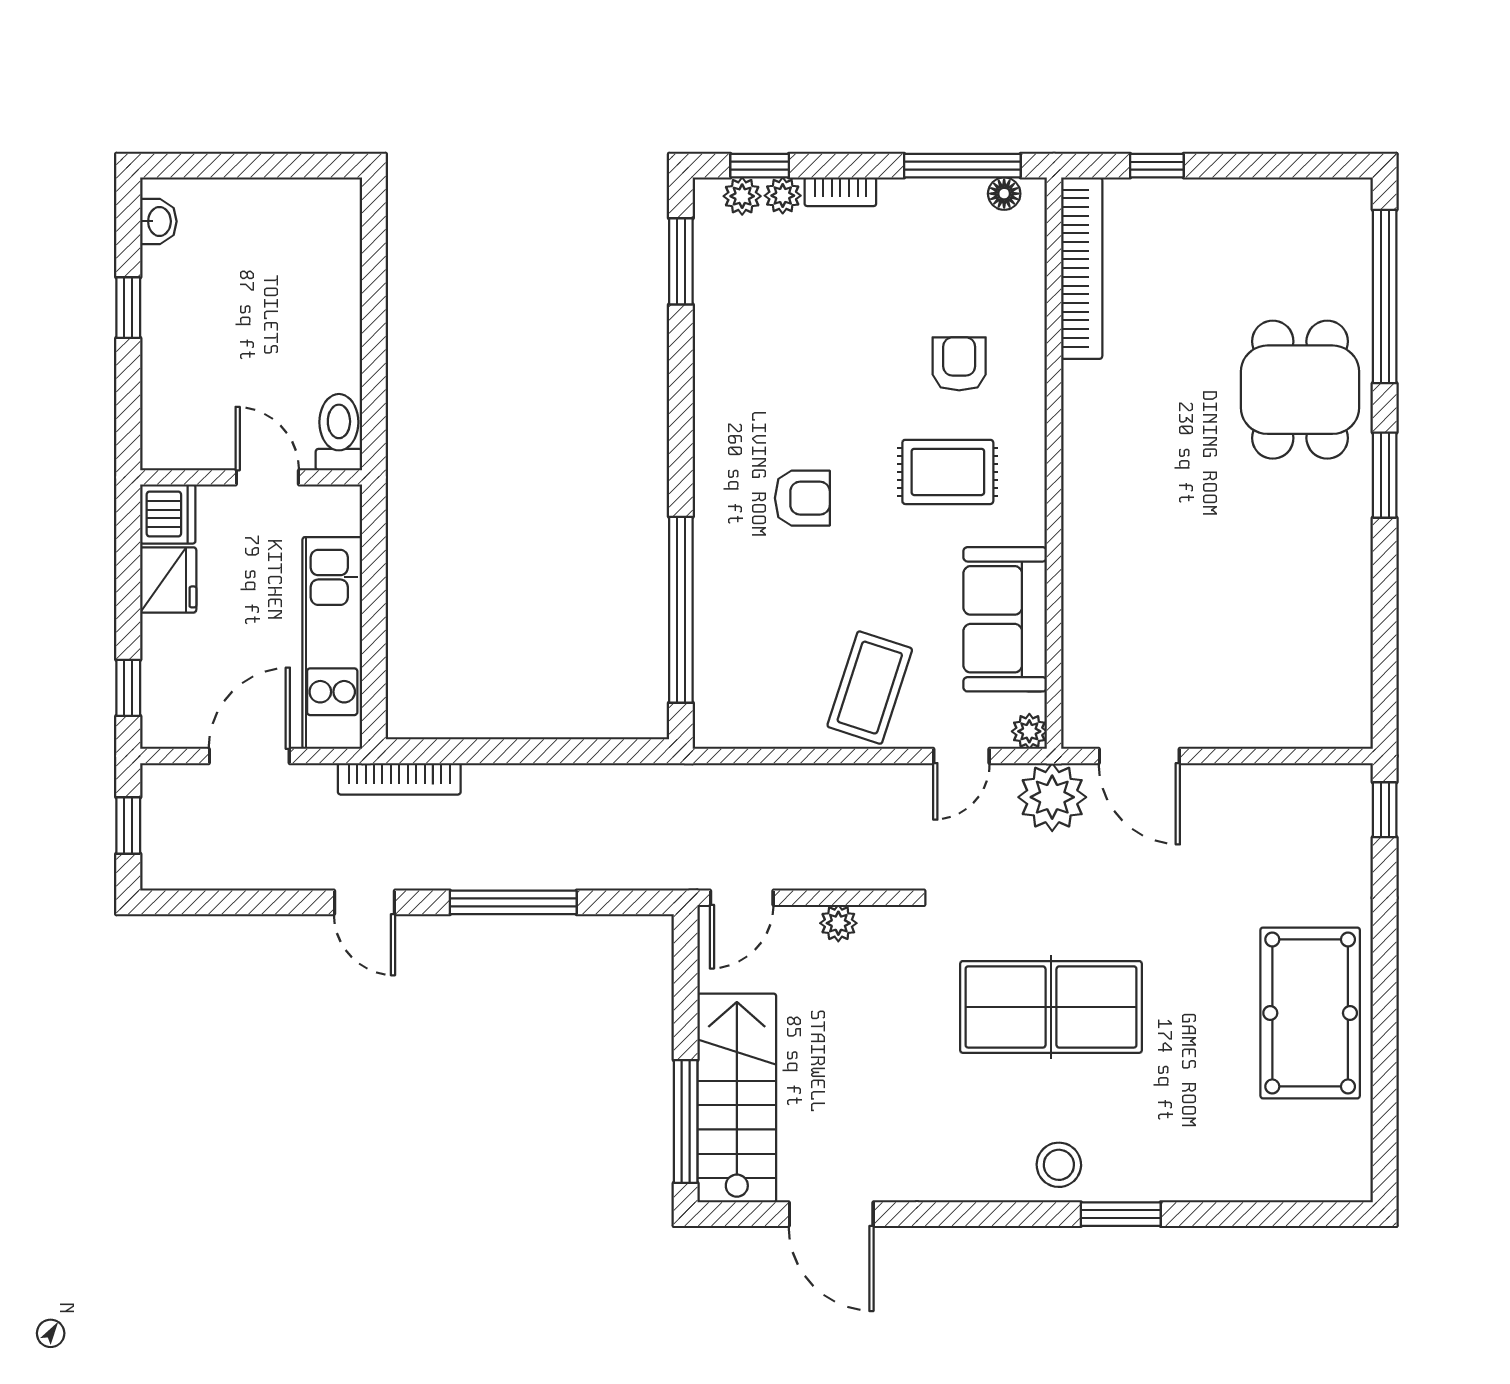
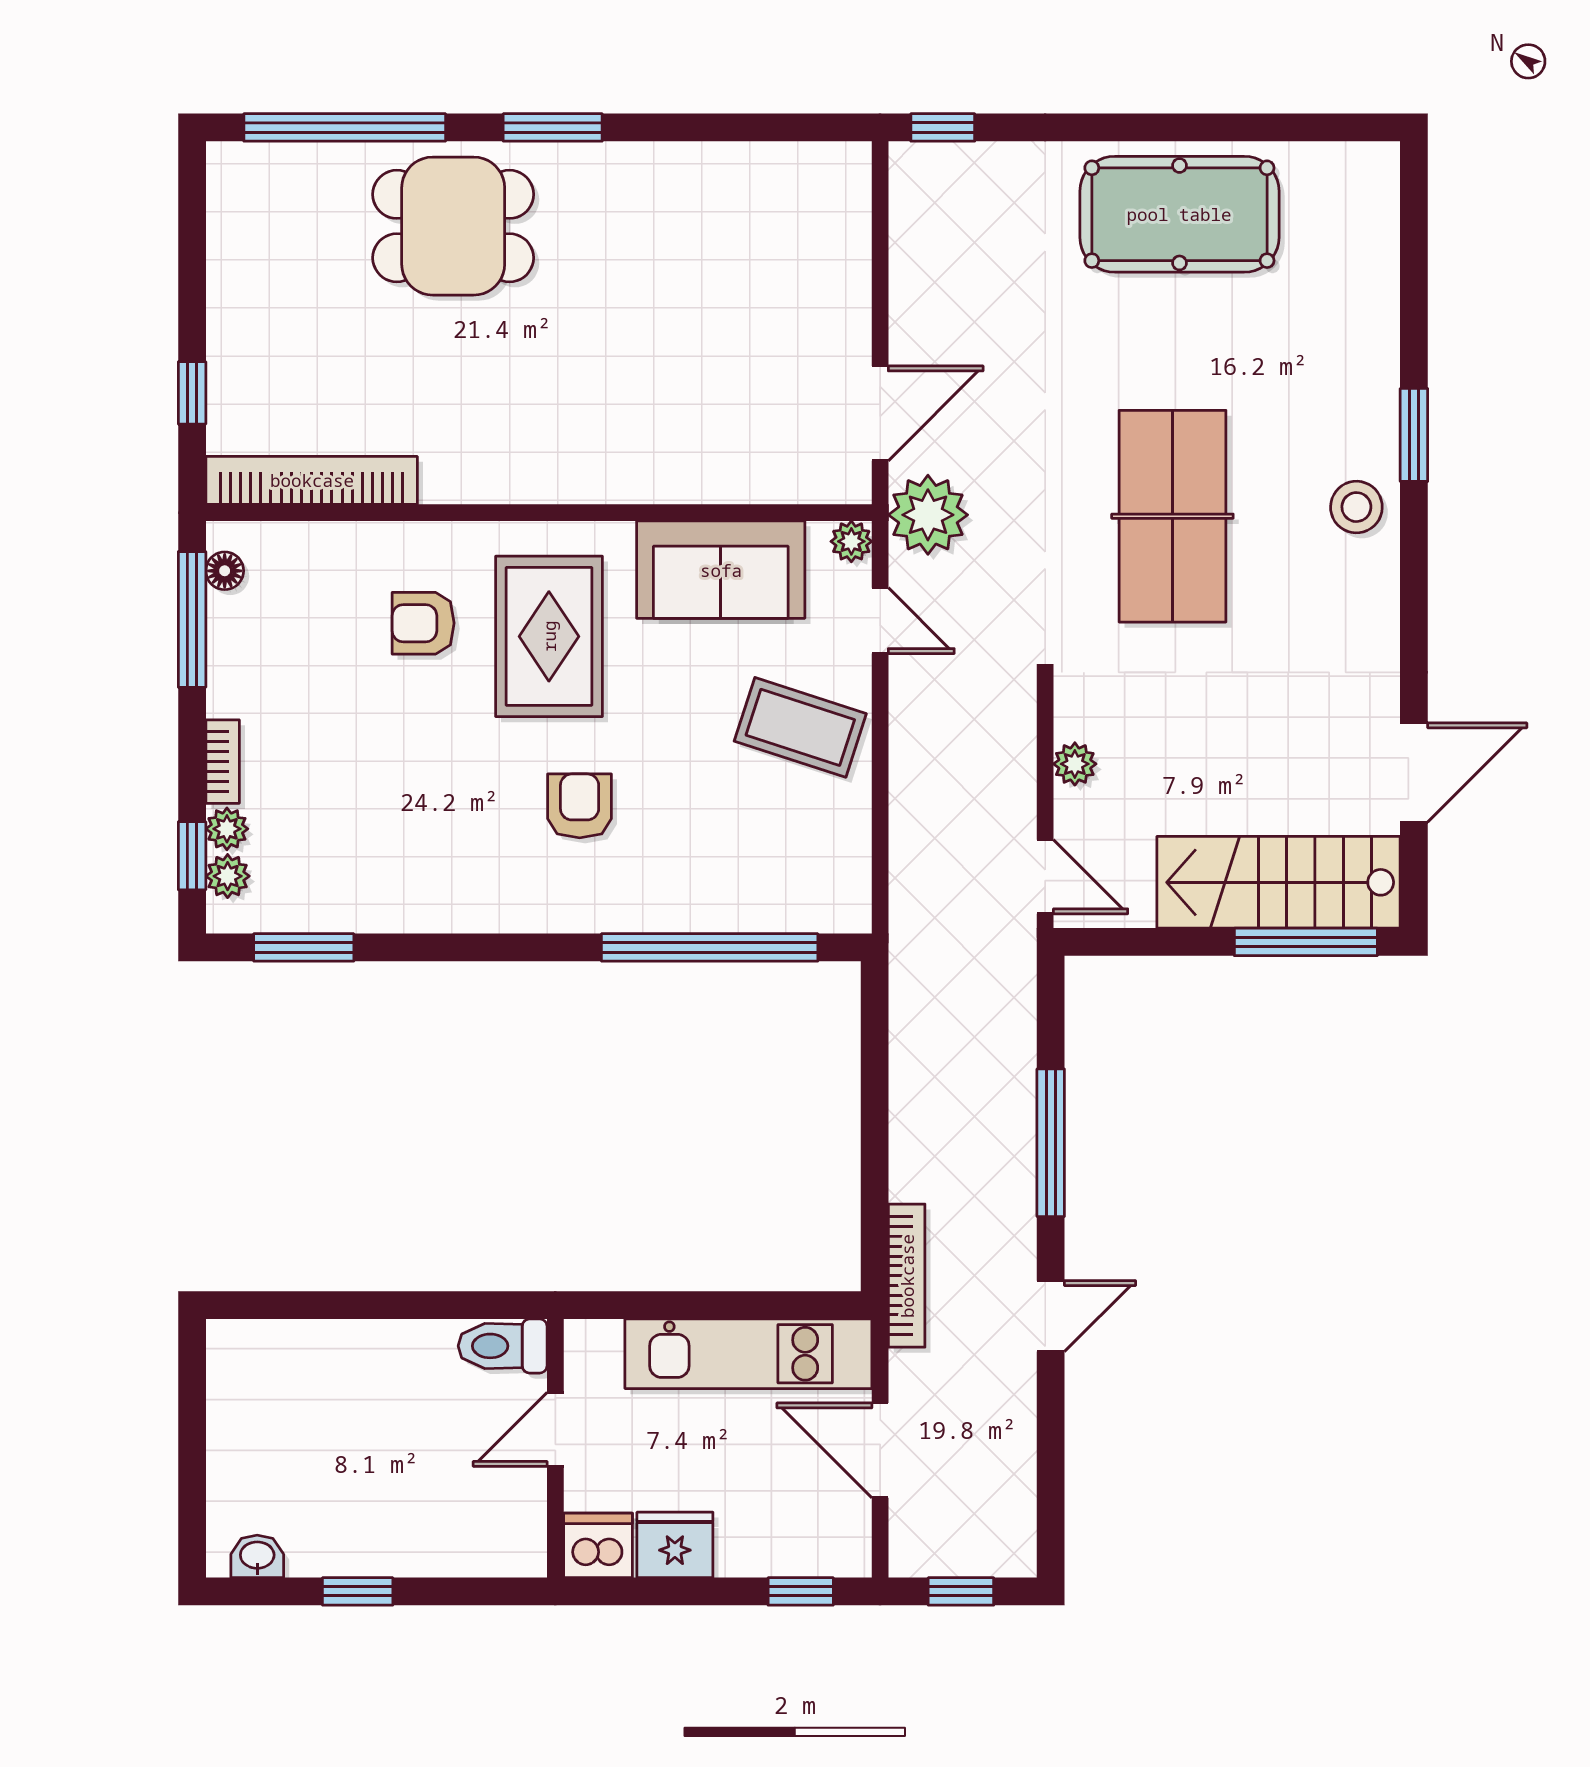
rug: (948, 472) -> (549, 636), width x1.36, depth x1.43

